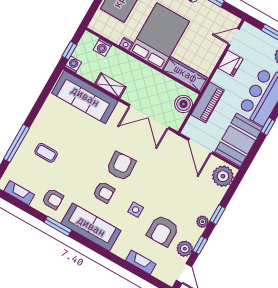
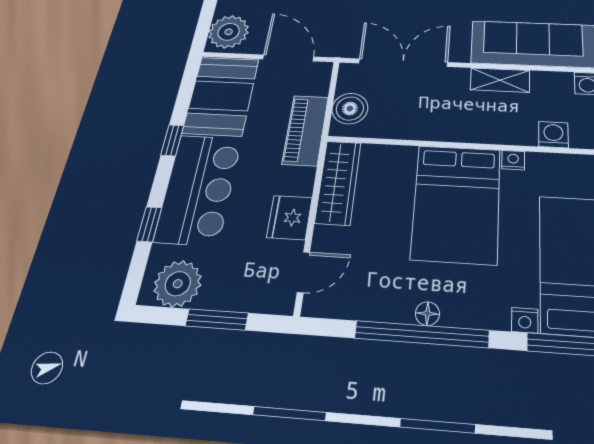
wardrobe: (185, 74) -> (338, 182), moved, turned -90

